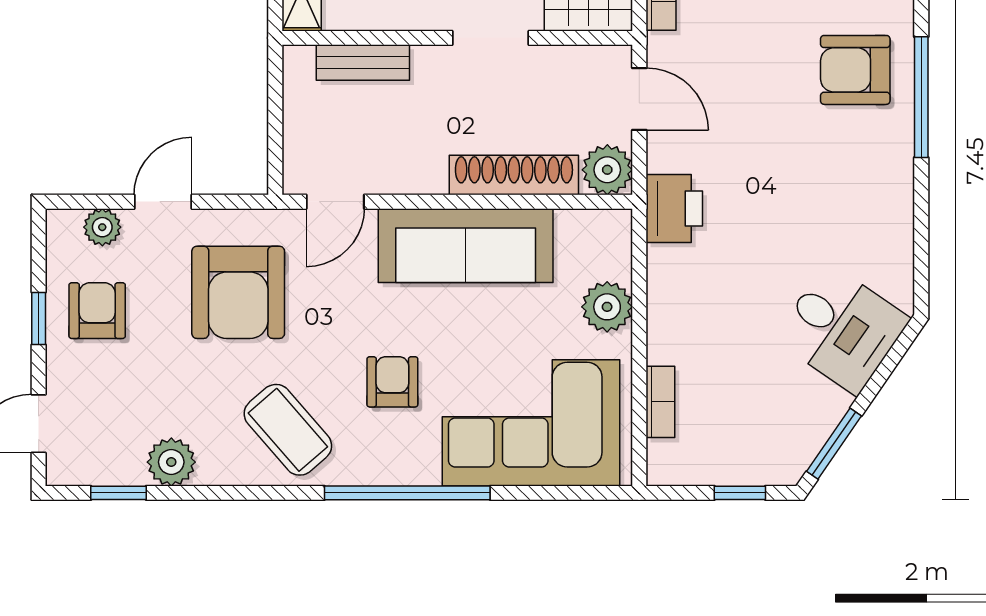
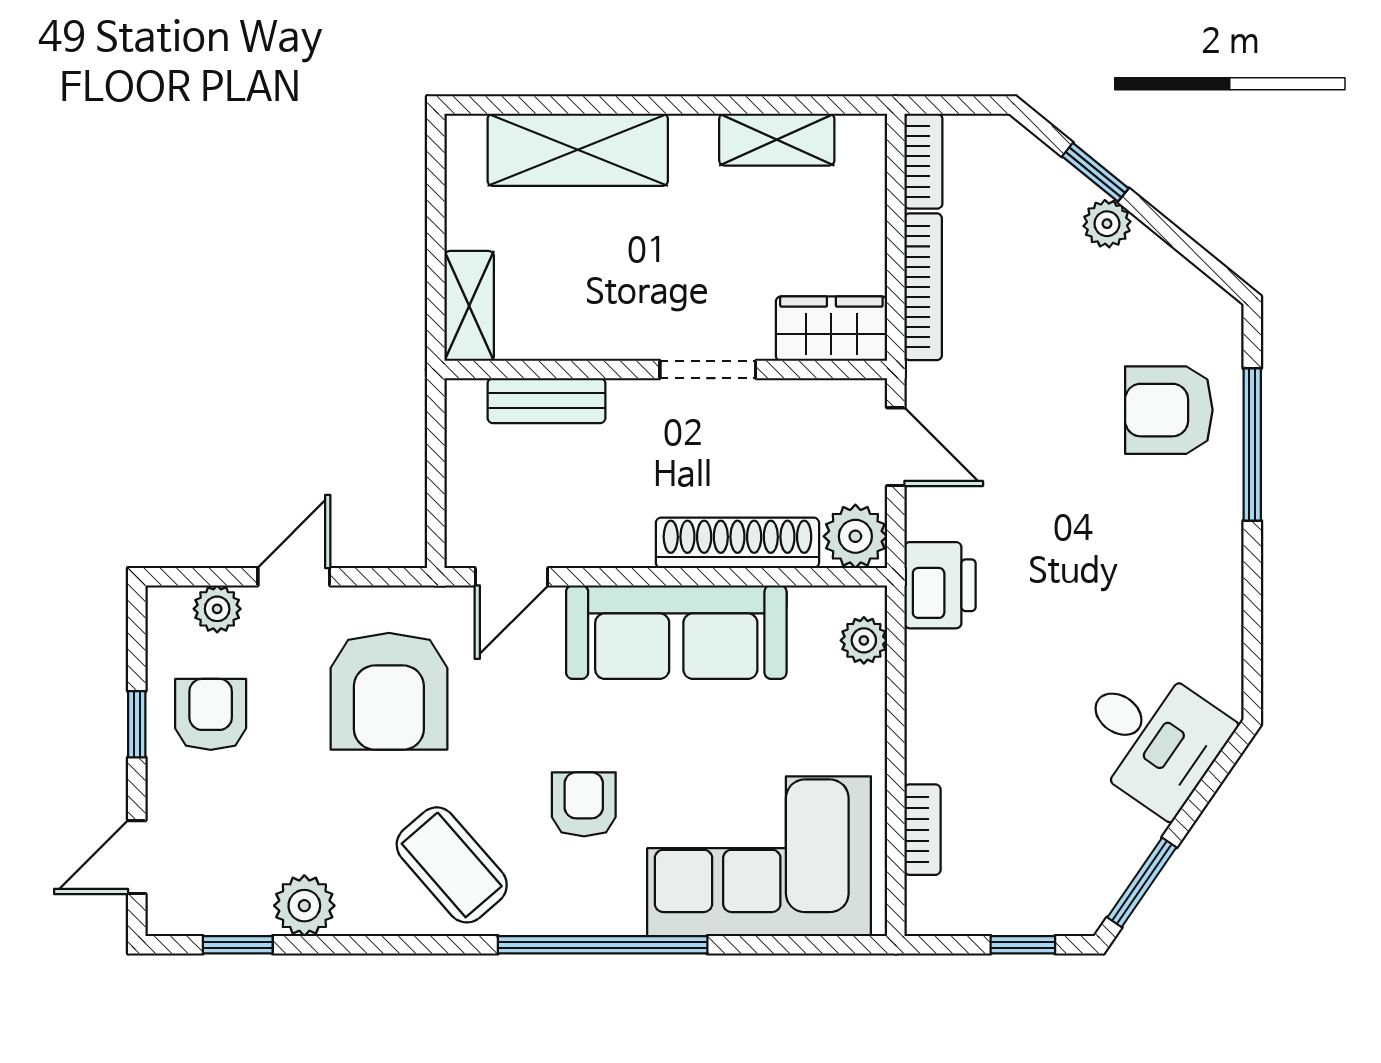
plant: (607, 307) -> (864, 640), moved, width x0.73, depth x0.73

